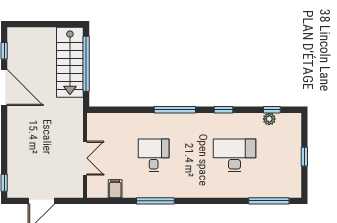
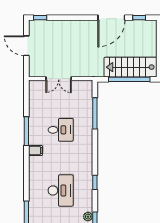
window: (175, 110) -> (95, 113), moved
filing cabinet: (115, 189) -> (36, 151), moved

